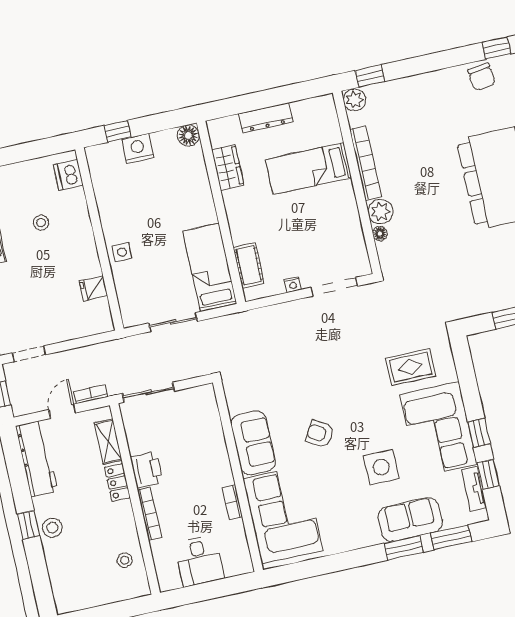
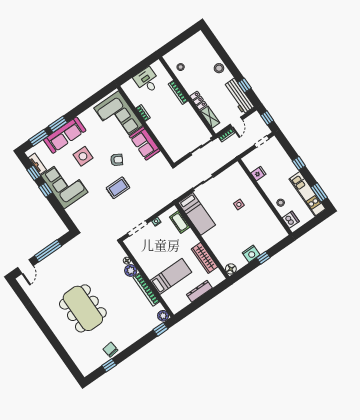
wardrobe: (228, 167) -> (204, 258), width x1.50
dishwasher: (68, 175) -> (291, 220), moved
wall: (99, 239) -> (265, 197), moved
fridge: (93, 288) -> (258, 174), moved
rug: (410, 367) -> (118, 188), moved
printer: (146, 470) -> (188, 112), removed
sofa: (410, 520) -> (65, 135), width x1.36
window: (28, 525) -> (244, 85), moved

